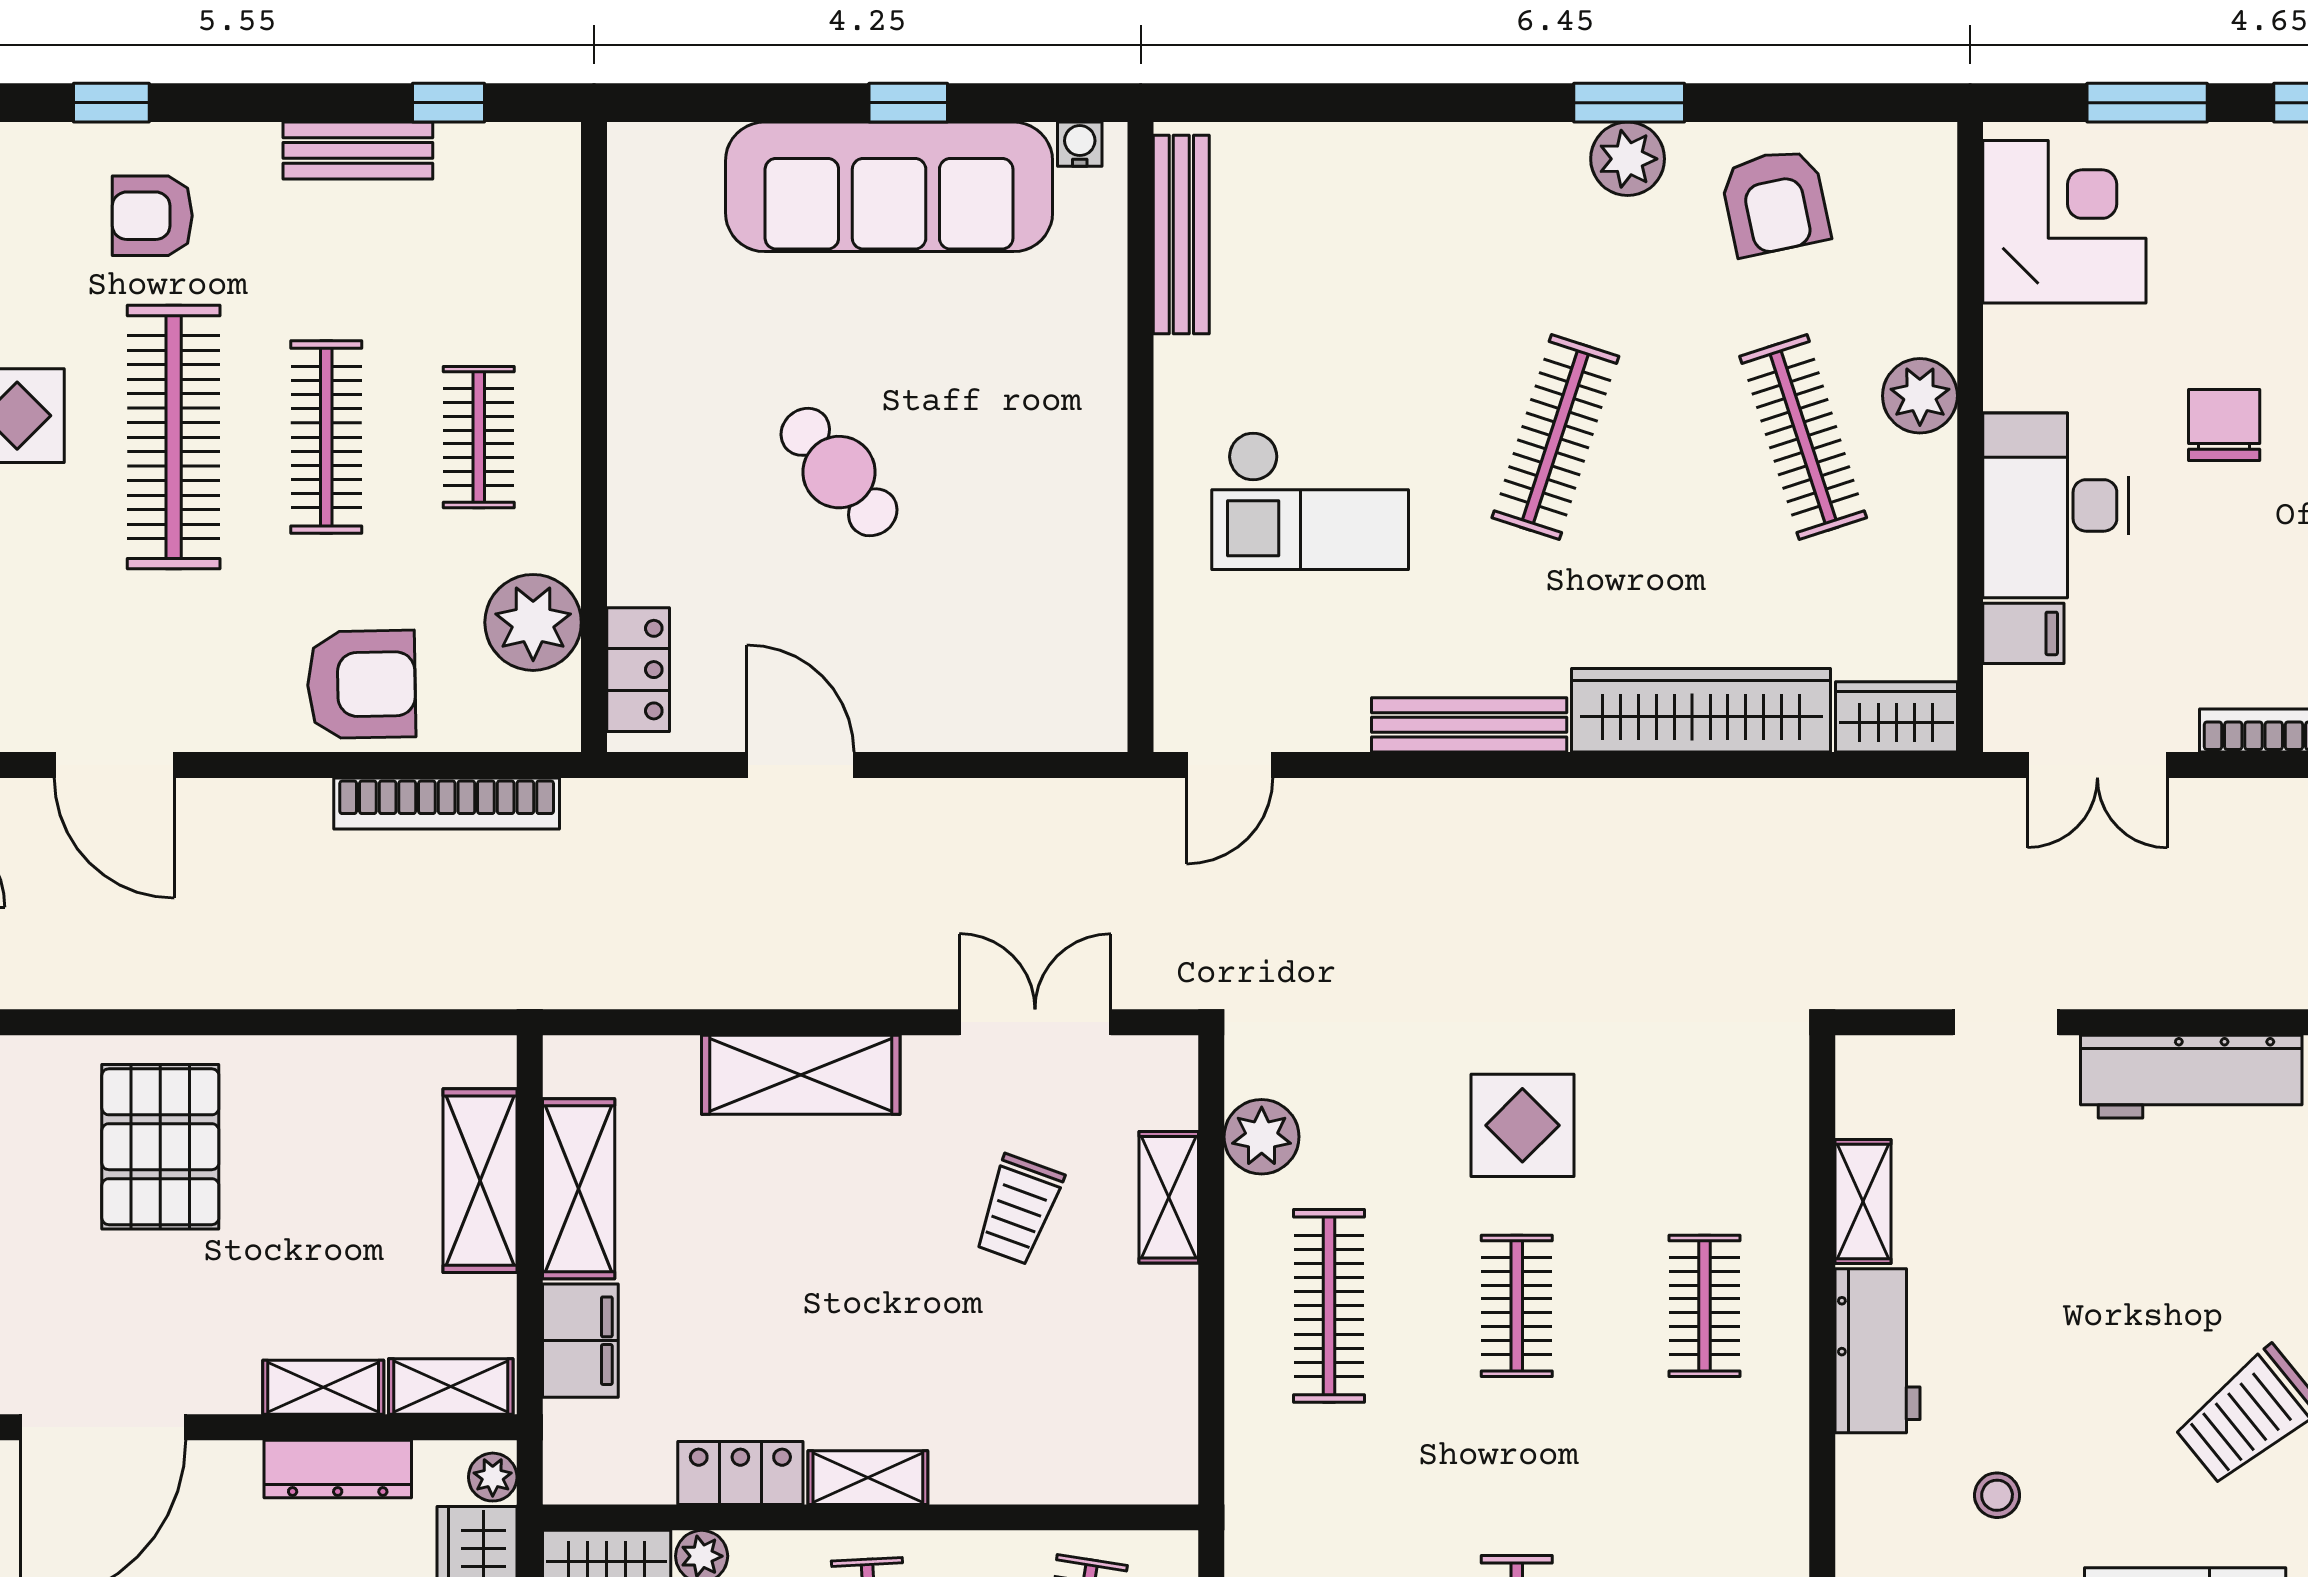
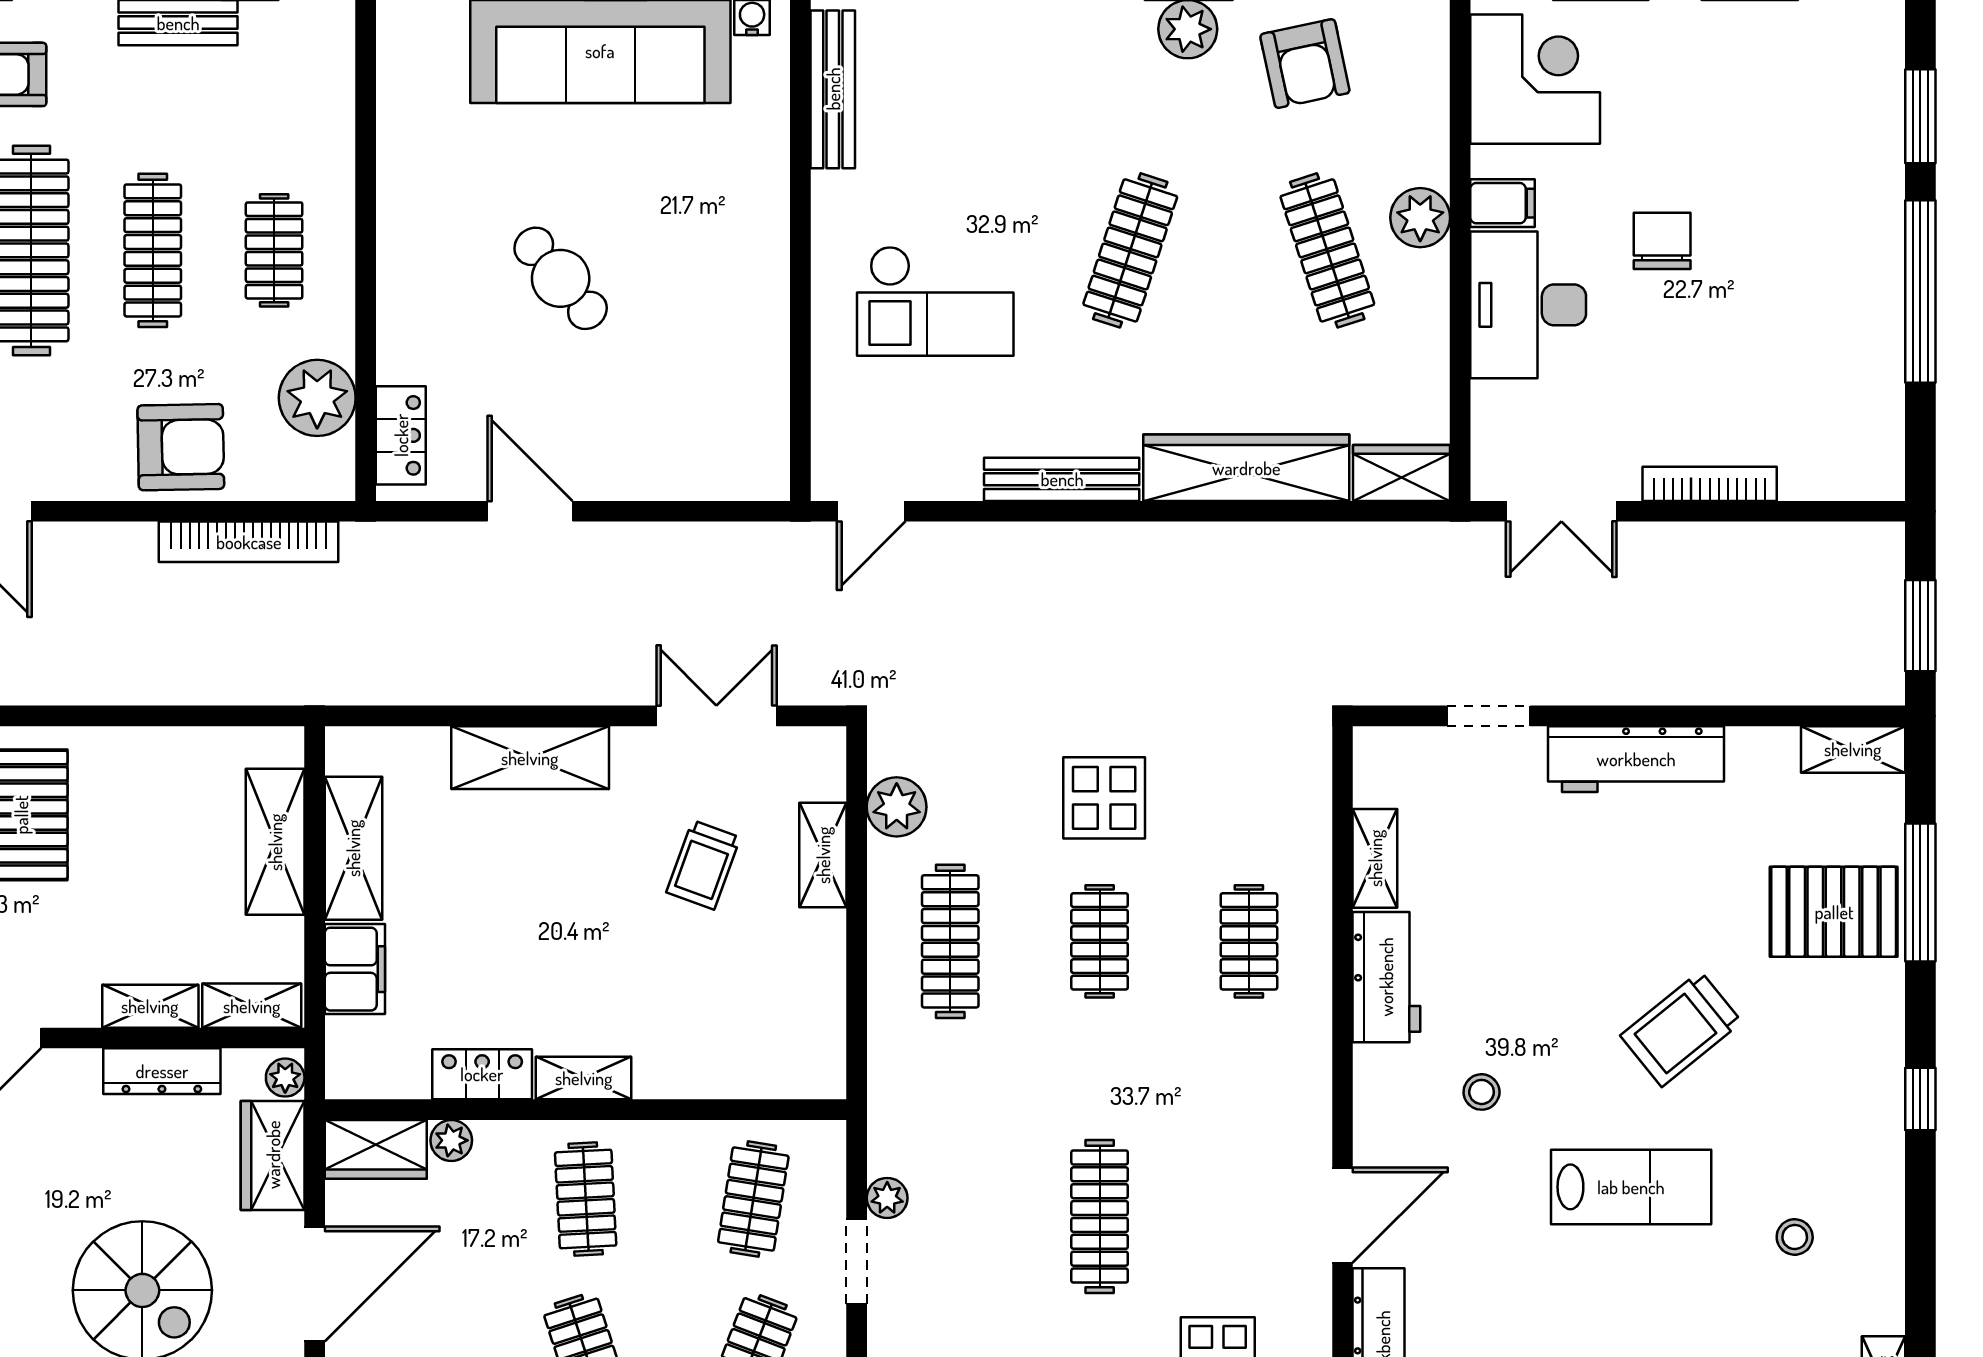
filing cabinet: (2023, 633) -> (1502, 203), moved

